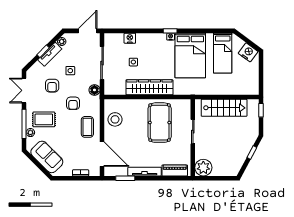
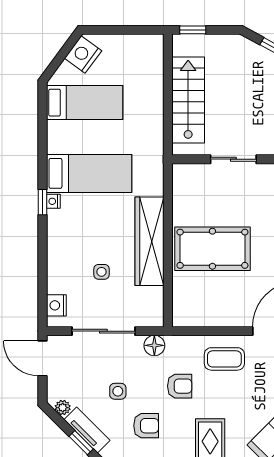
nightstand: (130, 38) -> (56, 305), moved
bed: (190, 55) -> (89, 173), width x0.67
stool: (115, 119) -> (210, 307), removed
pool table: (160, 123) -> (212, 249), moved

